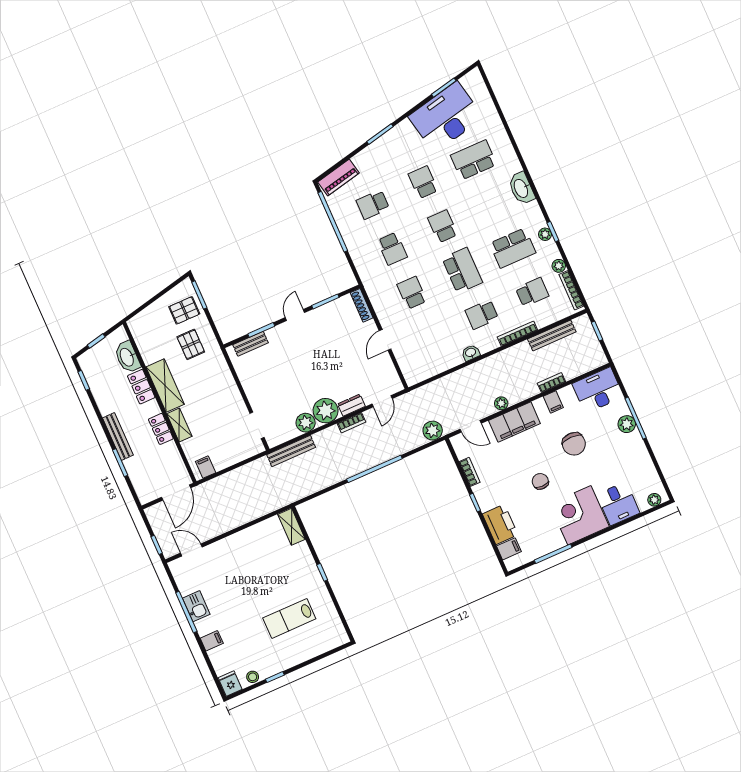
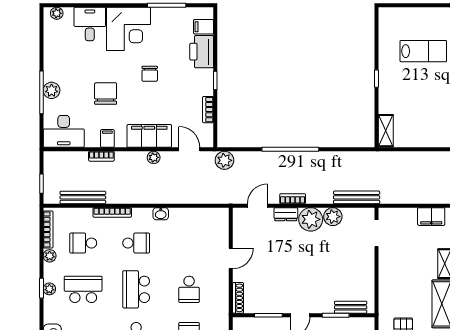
filing cabinet: (206, 467) -> (431, 217), width x2.00

